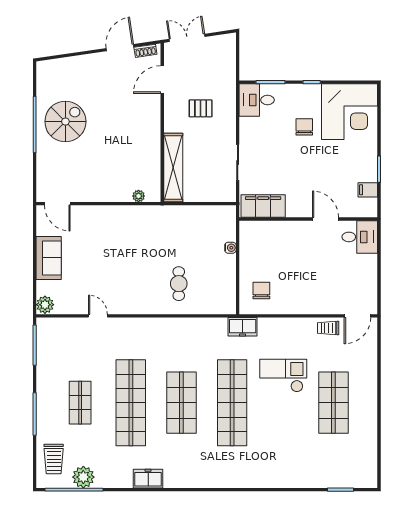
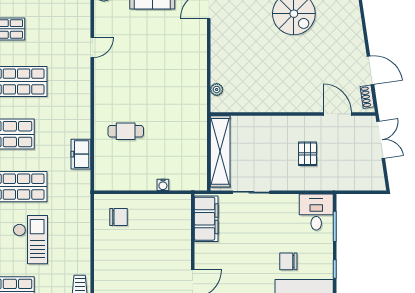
chair: (304, 127) -> (288, 261), turned 180
shelving: (173, 167) -> (220, 151), moved, turned 90
freezer: (243, 327) -> (81, 154), moved

